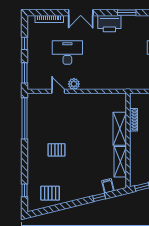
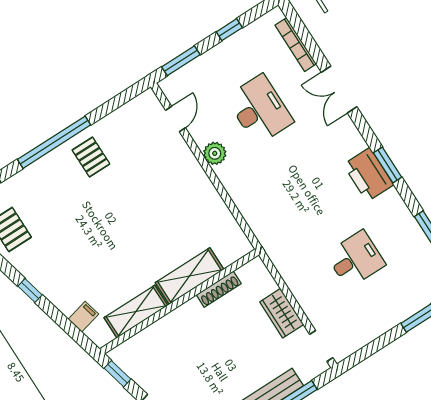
printer: (109, 24) -> (368, 175), moved
door: (58, 91) -> (175, 119), moved
window: (25, 118) -> (54, 142), moved
pallet: (56, 150) -> (91, 157), moved
window: (99, 197) -> (30, 291), moved

